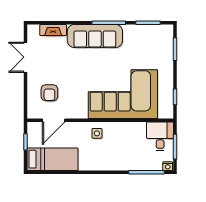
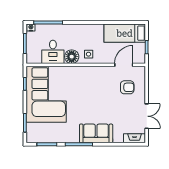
fireplace: (53, 30) -> (135, 138), moved
sofa: (95, 36) -> (96, 133), width x0.73
armchair: (49, 93) -> (127, 87), turned 90
corner sofa: (123, 94) -> (46, 94), moved, turned -90
floor lamp: (118, 130) -> (72, 57), added
desk: (160, 136) -> (53, 52), moved

